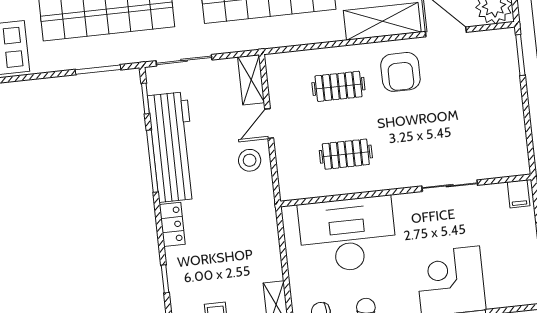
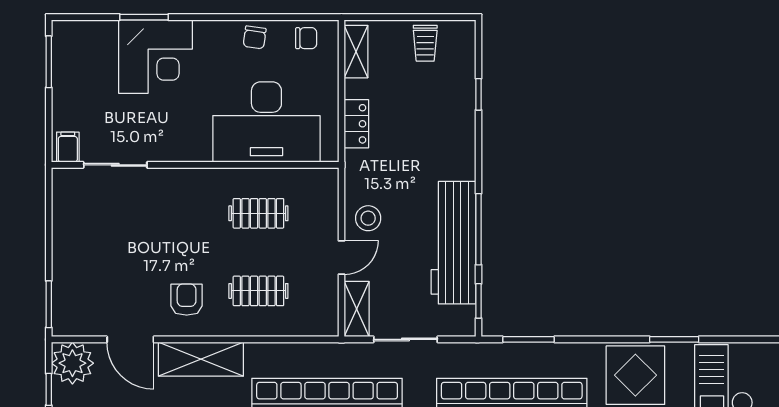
sliding door: (184, 60) -> (406, 339), moved
armchair: (400, 72) -> (187, 300), width x0.72, depth x0.72
sliding door: (450, 186) -> (115, 165), moved
locker: (172, 224) -> (356, 124), moved, turned 180

